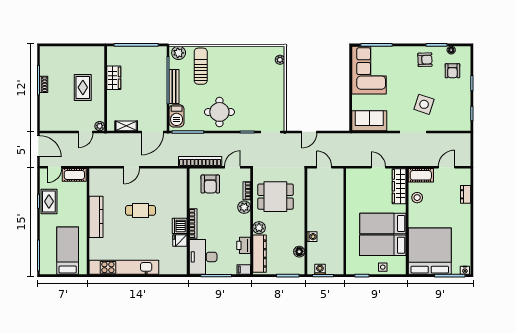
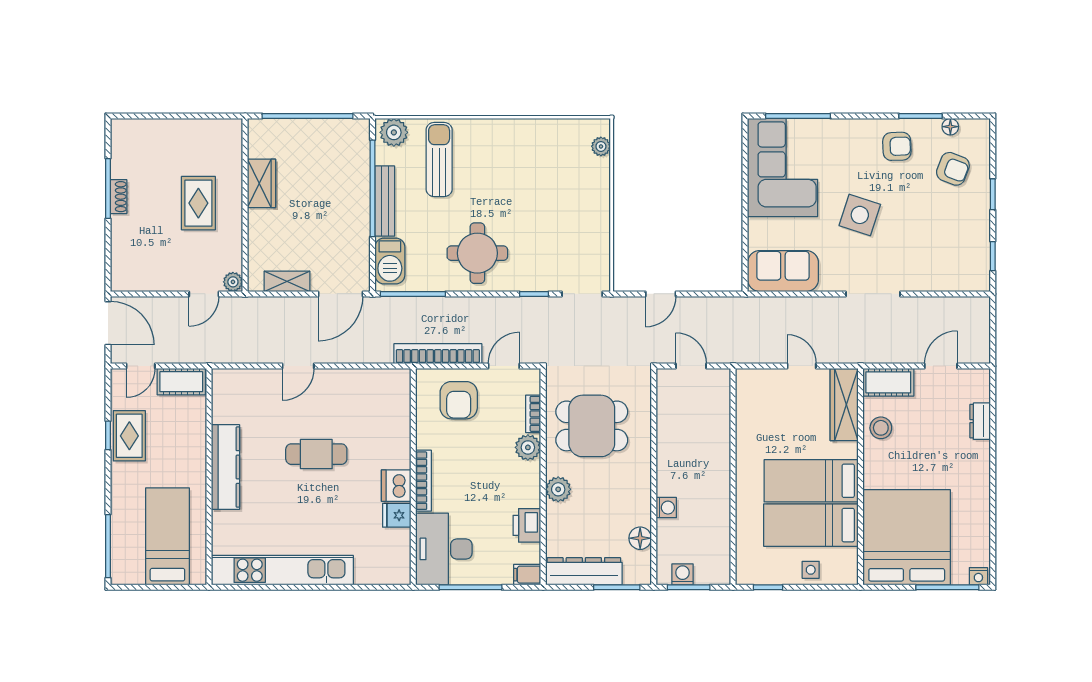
armchair: (452, 71) -> (953, 169), turned -69
side table: (424, 104) -> (860, 215), moved
dresser: (260, 254) -> (584, 571), moved, turned -90

